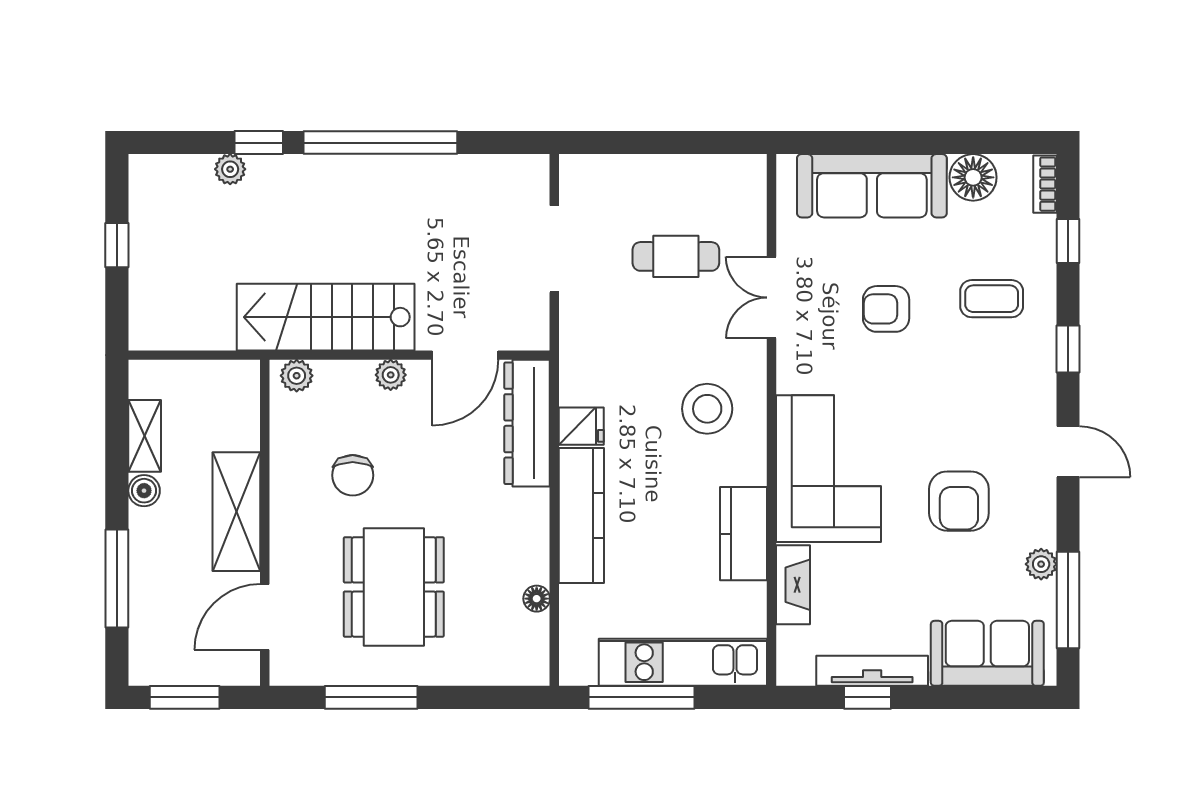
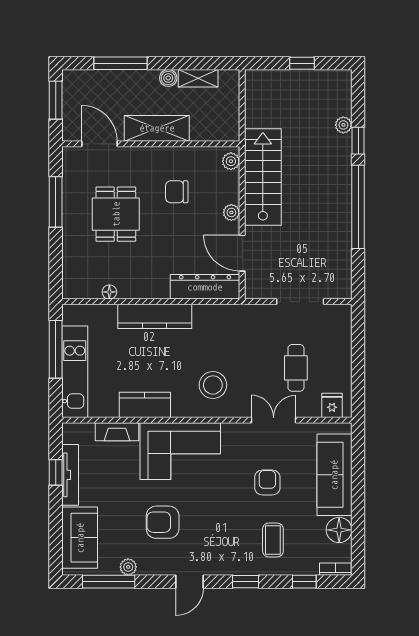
fridge: (581, 426) -> (332, 405), moved, turned 180
dining table: (394, 587) -> (116, 214), width x0.73

